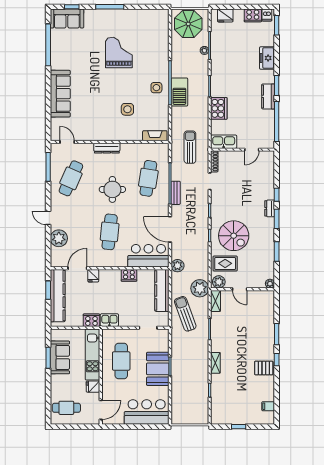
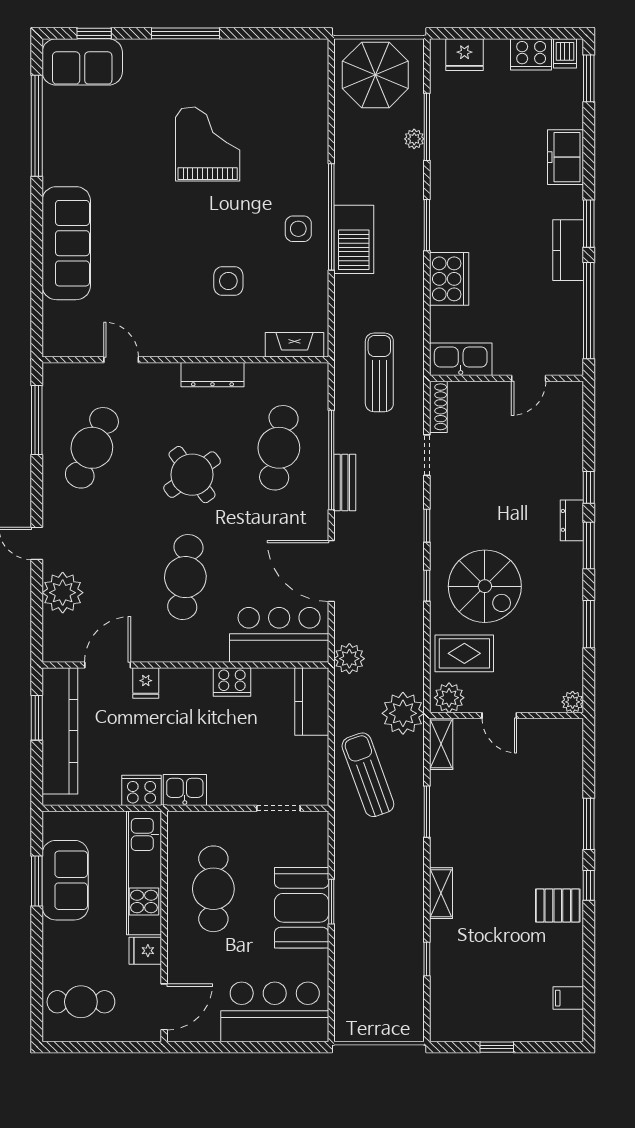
door: (67, 142) -> (121, 360), moved
dresser: (107, 148) -> (212, 375), moved
round table: (112, 189) -> (192, 475), turned -36
kitchen counter: (162, 290) -> (312, 702), width x0.67

